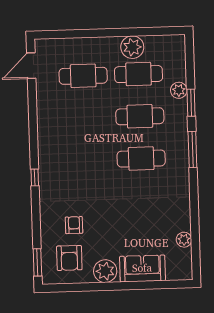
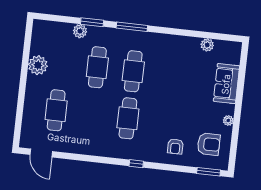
cafe table: (138, 74) -> (128, 118), moved
armchair: (74, 225) -> (175, 146), moved, turned -90
plant: (105, 271) -> (228, 121), width x0.53, depth x0.53

